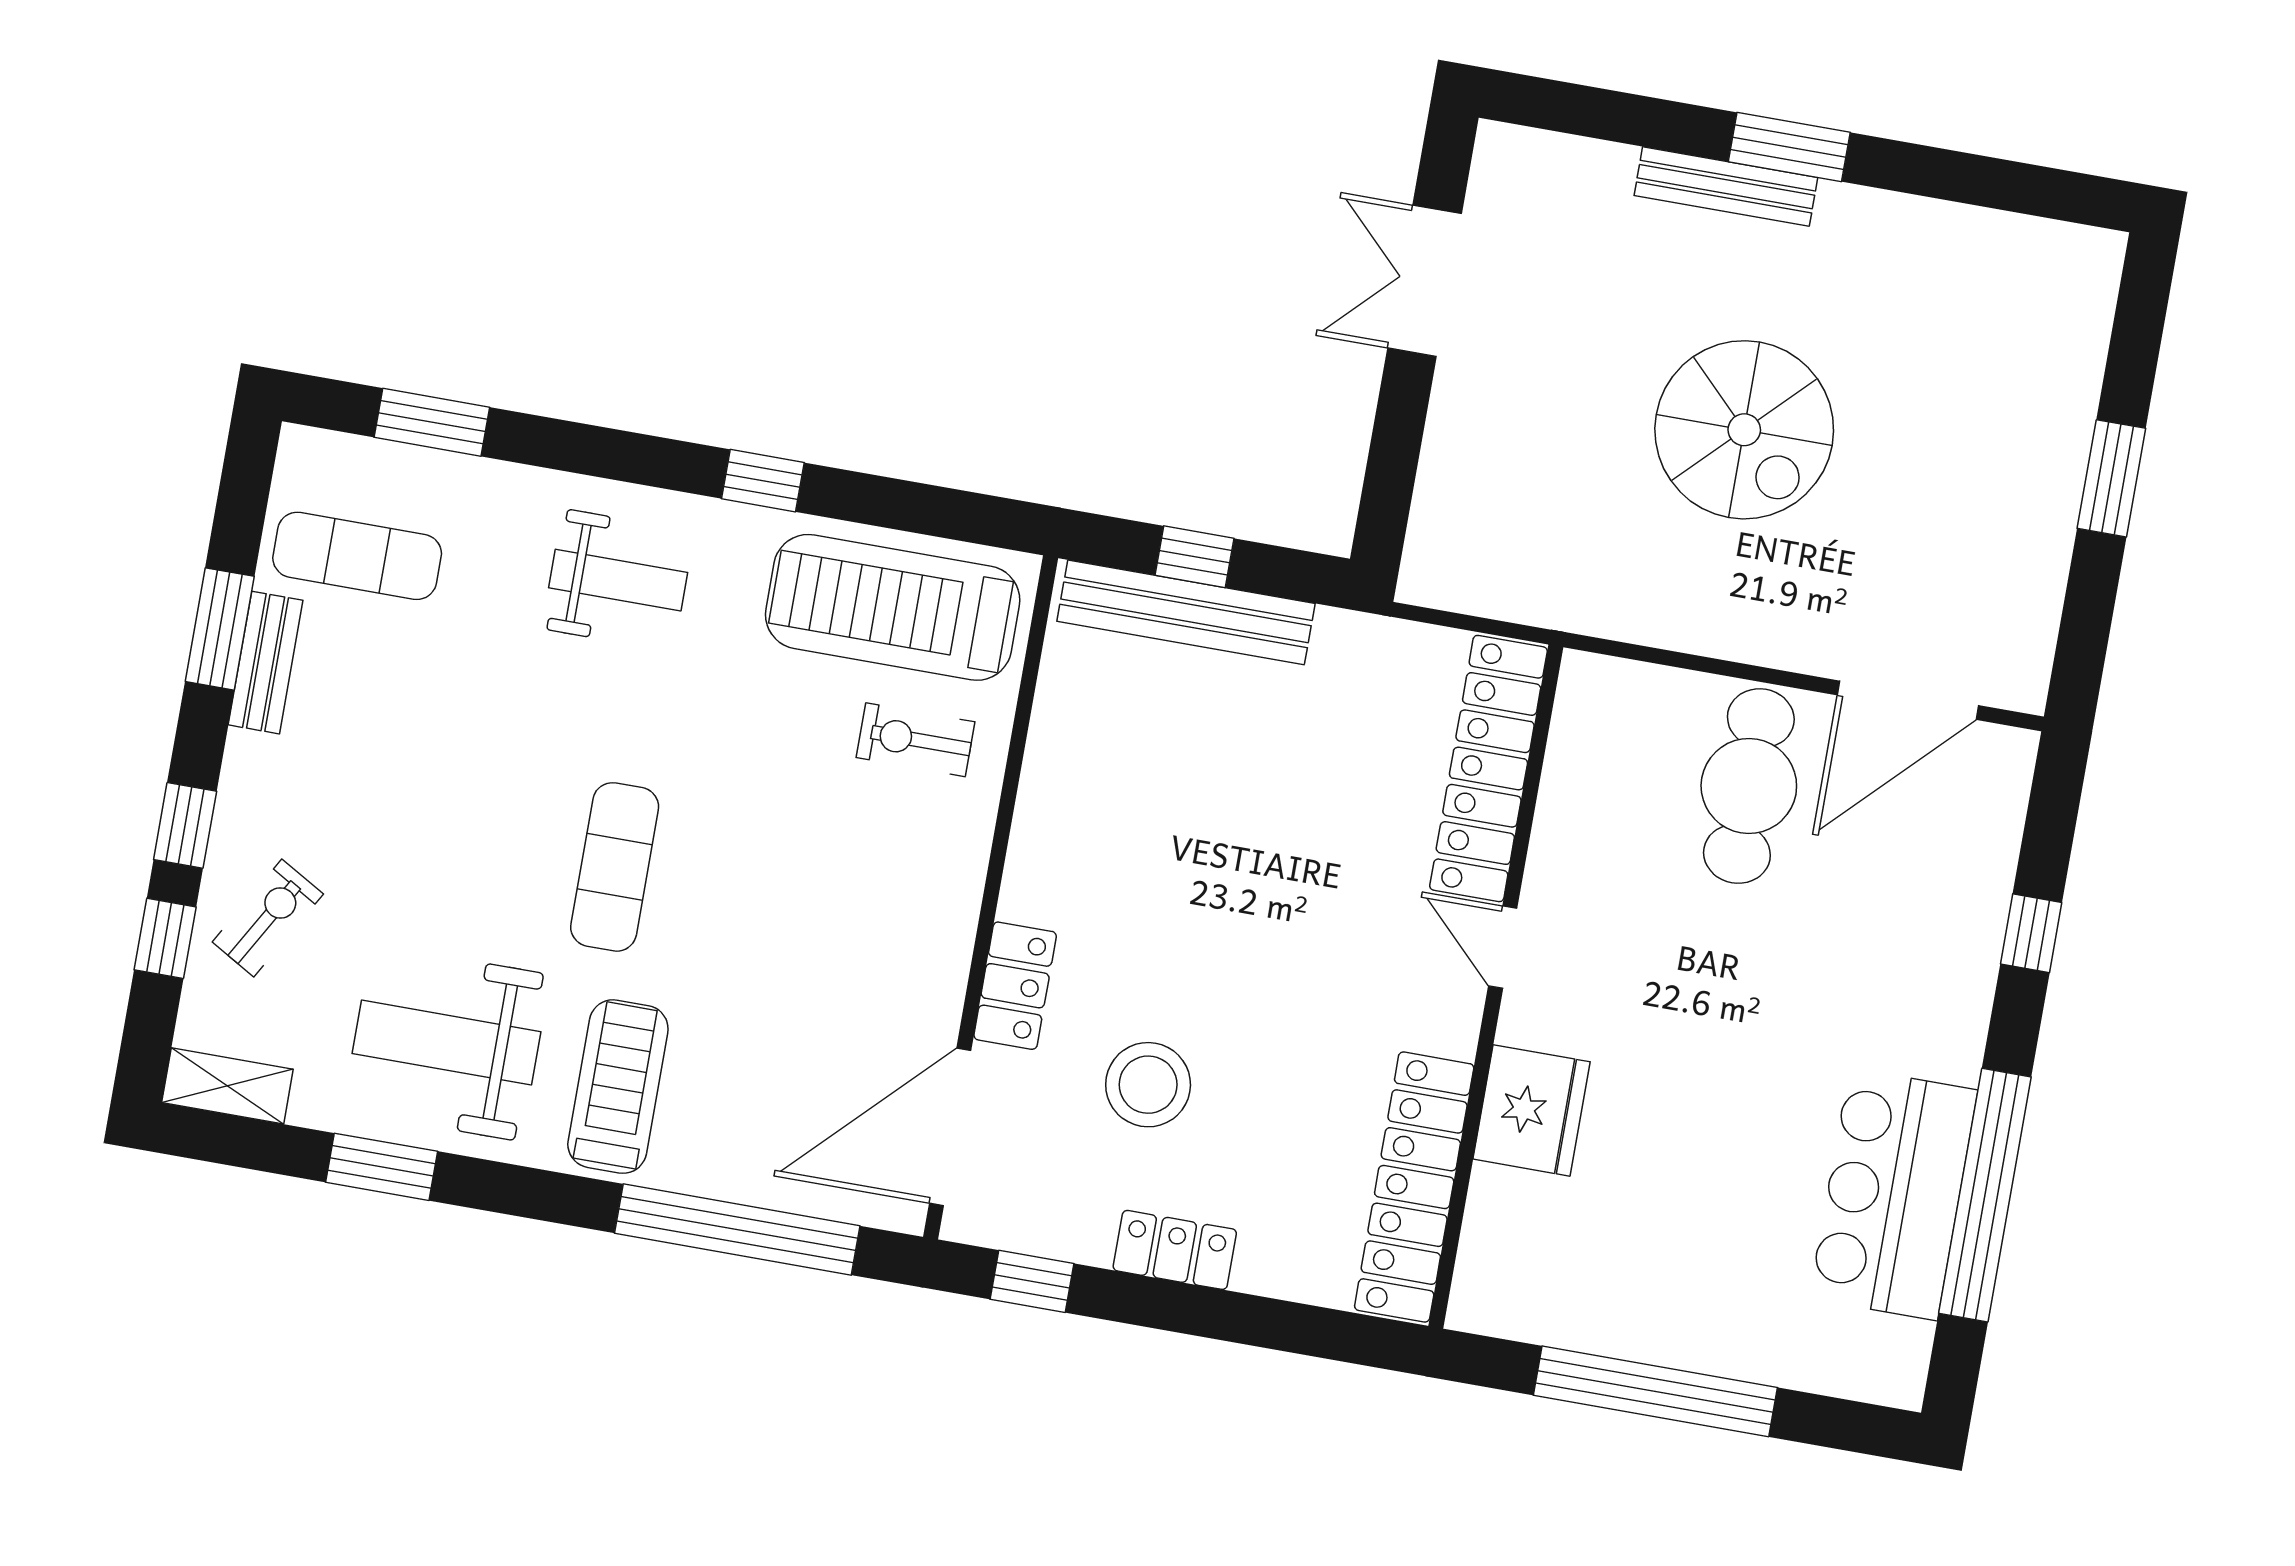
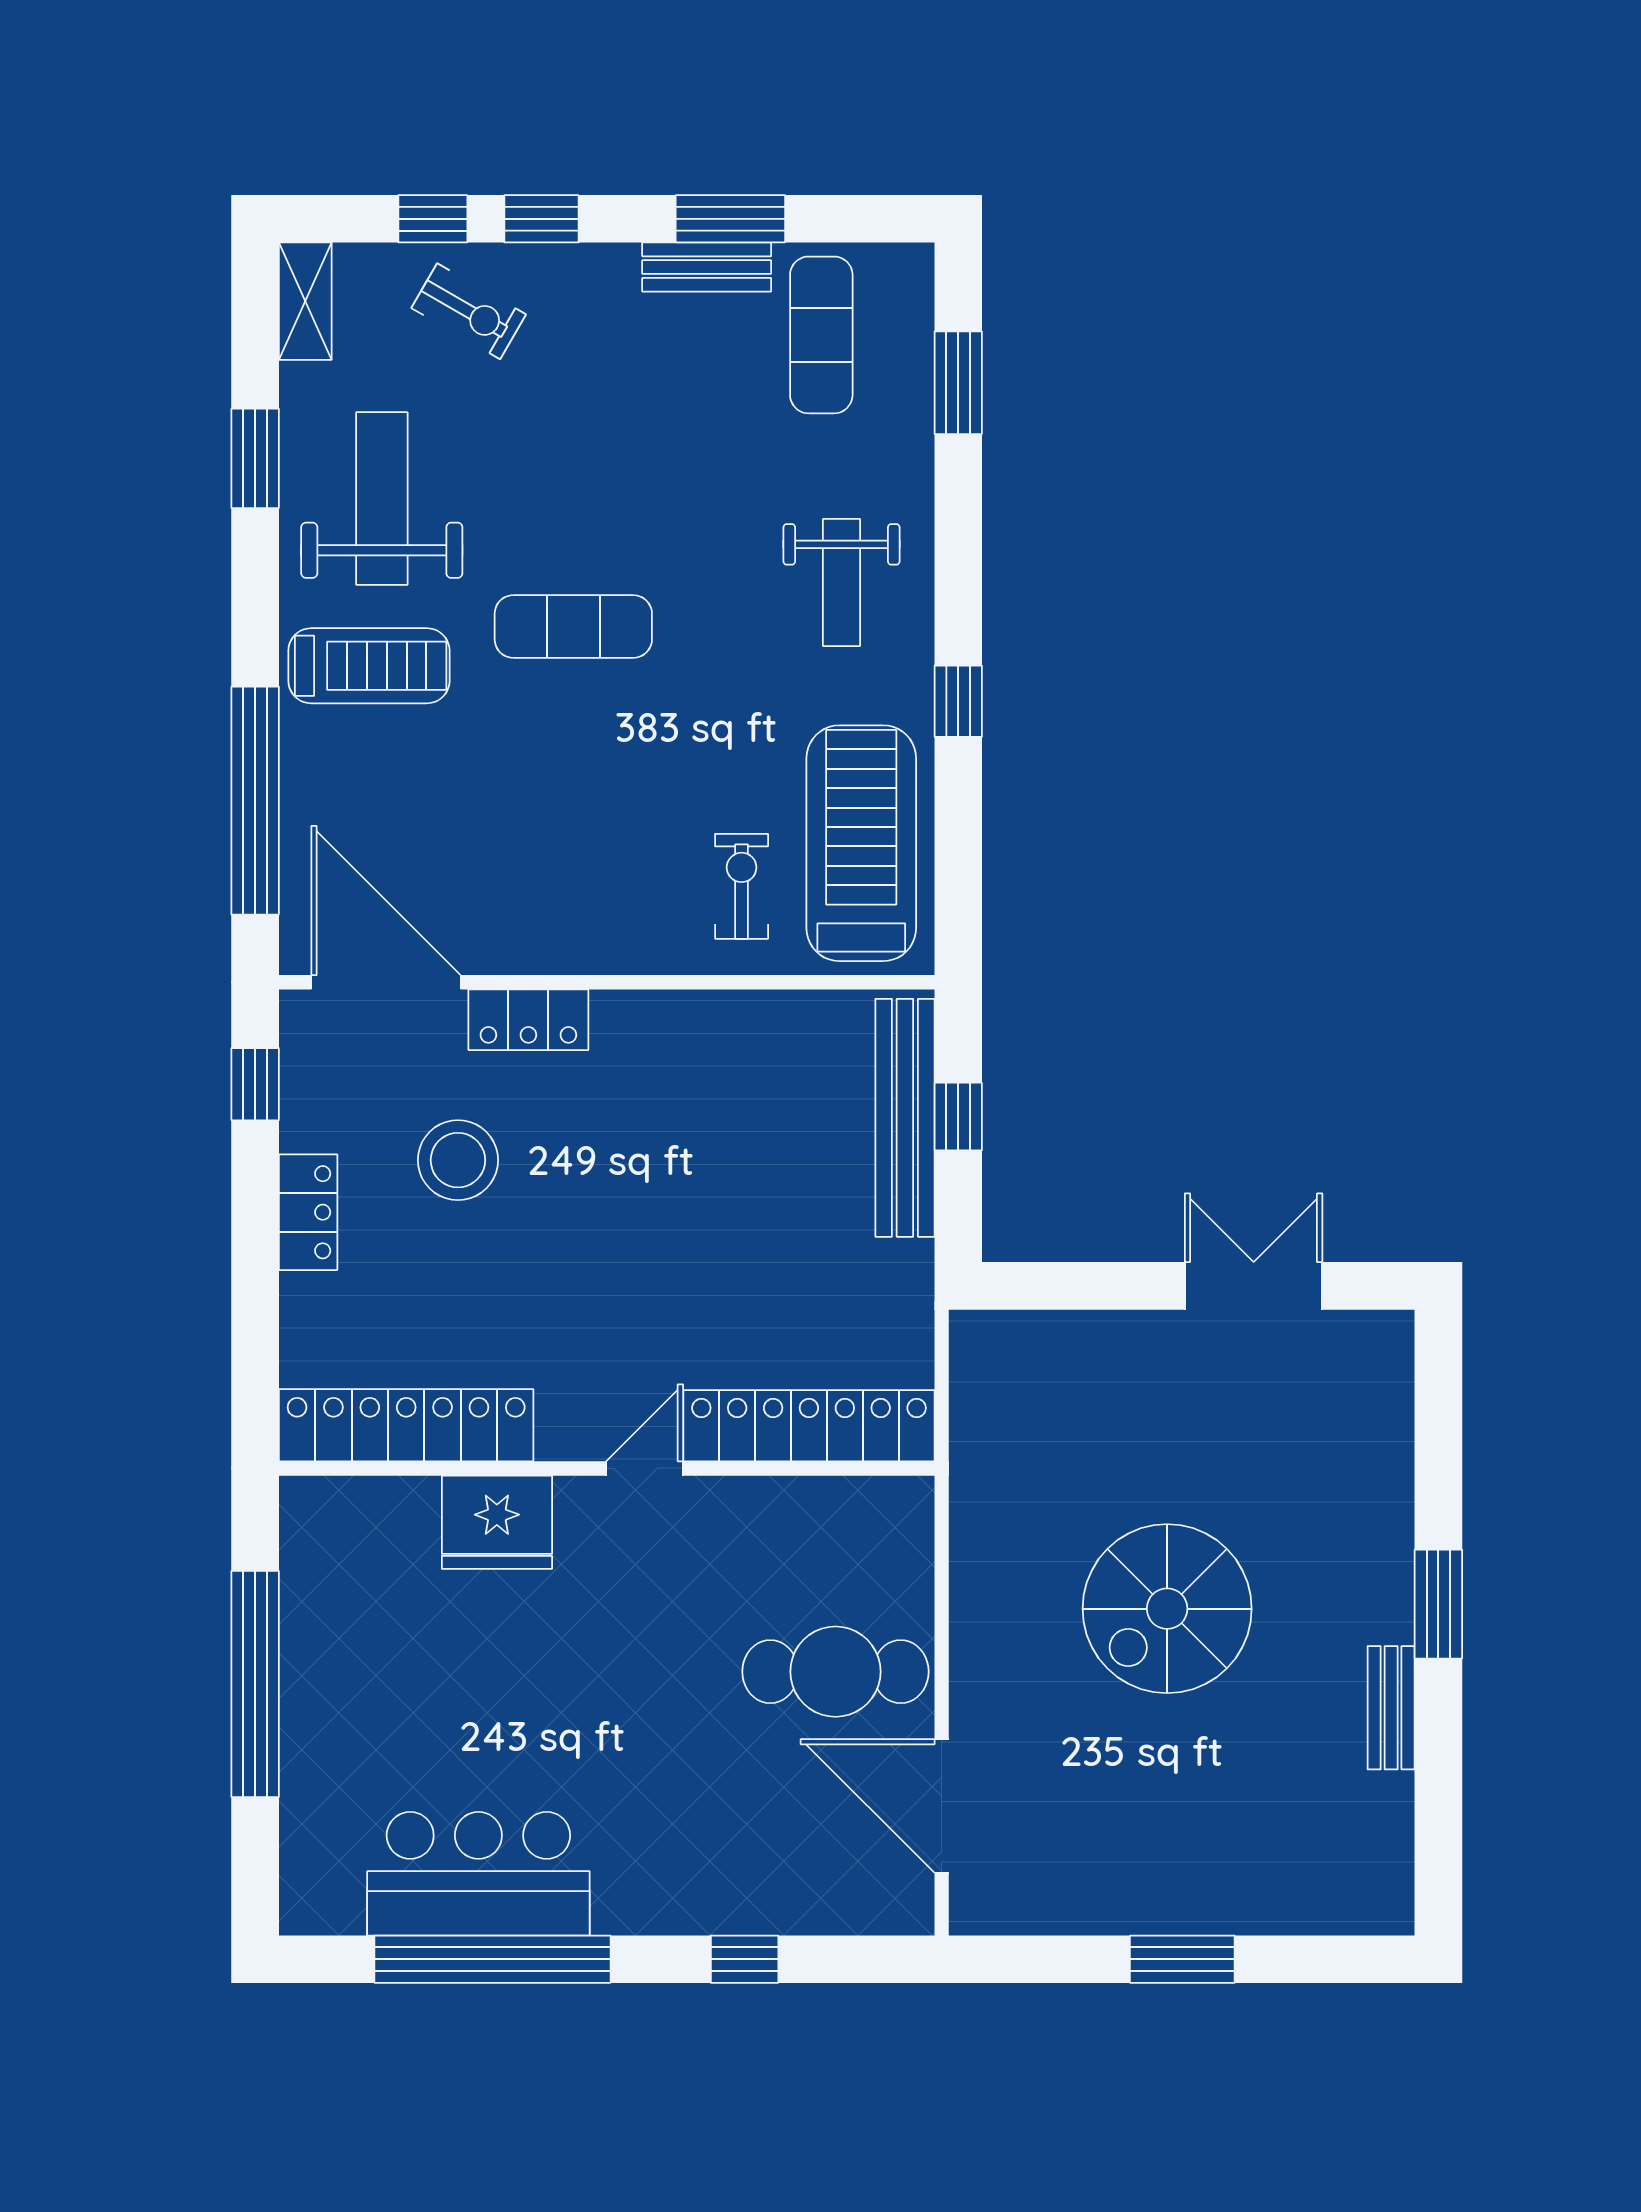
bench: (1726, 187) -> (1391, 1708), moved, width x0.73

